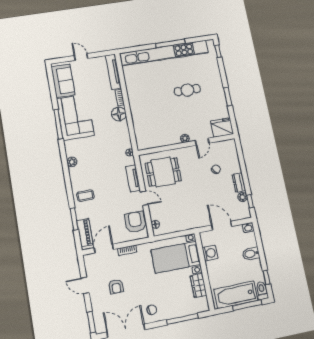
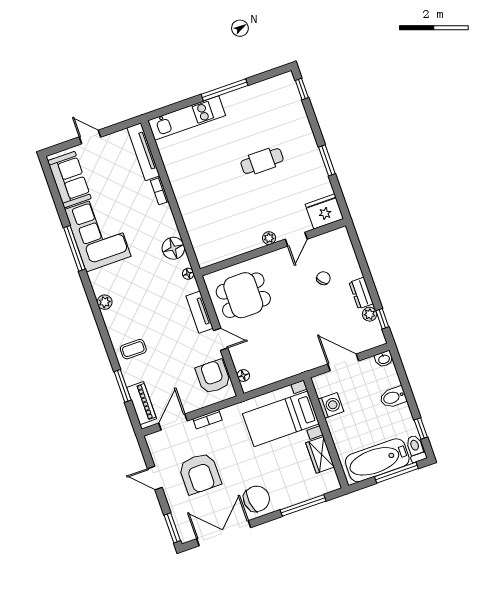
kitchen unit: (164, 53) -> (187, 118), width x0.54
floor lamp: (119, 114) -> (173, 248), moved
armchair: (116, 286) -> (200, 473), width x1.88, depth x1.88
chair: (152, 310) -> (257, 499), width x1.87, depth x1.87

